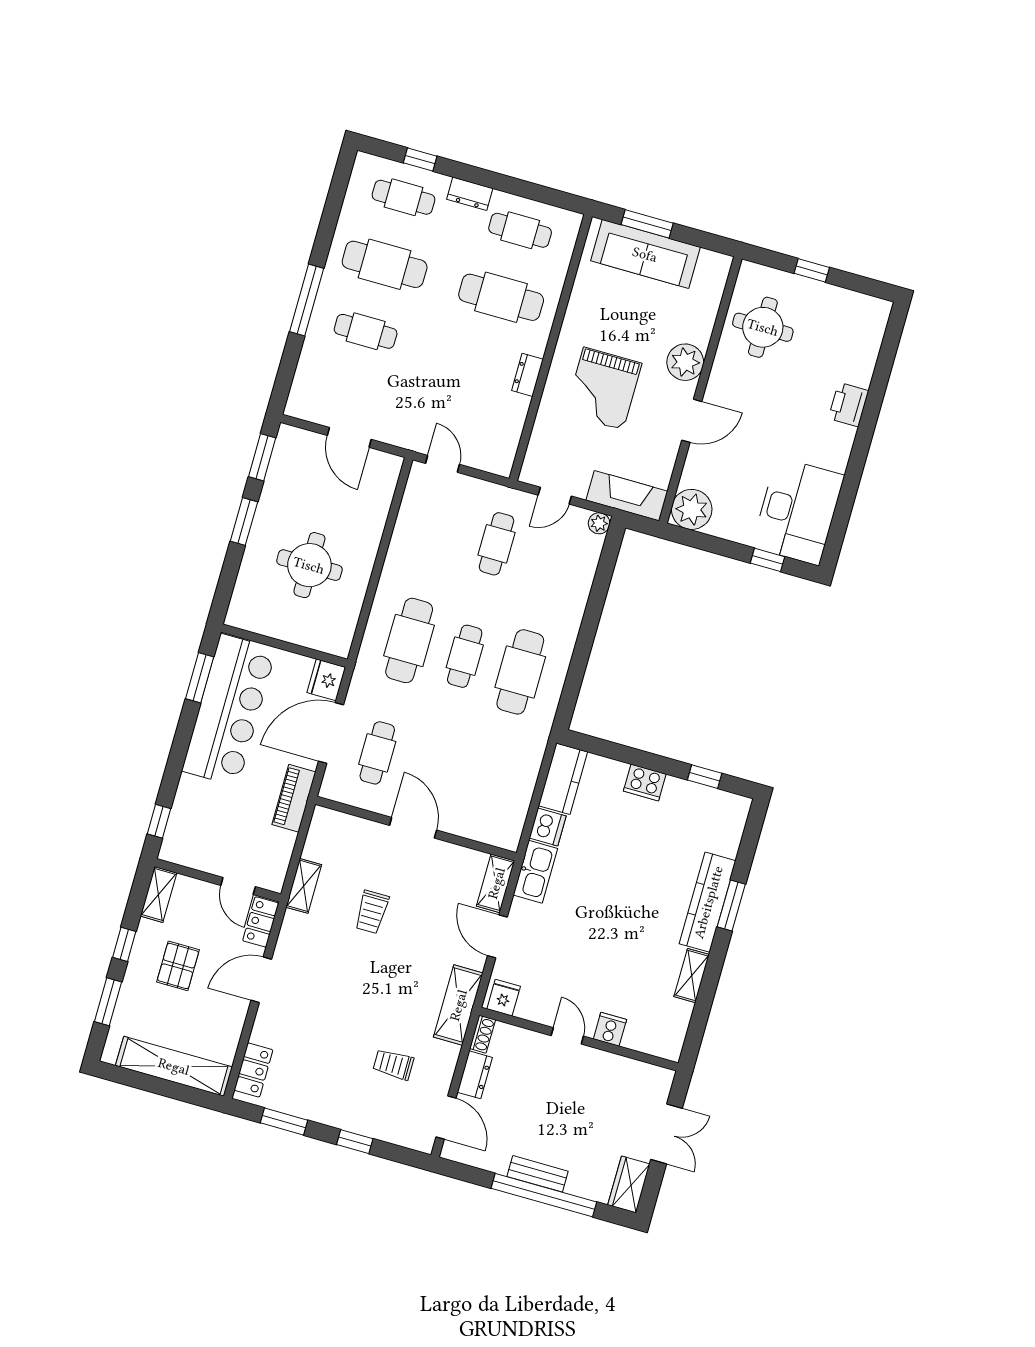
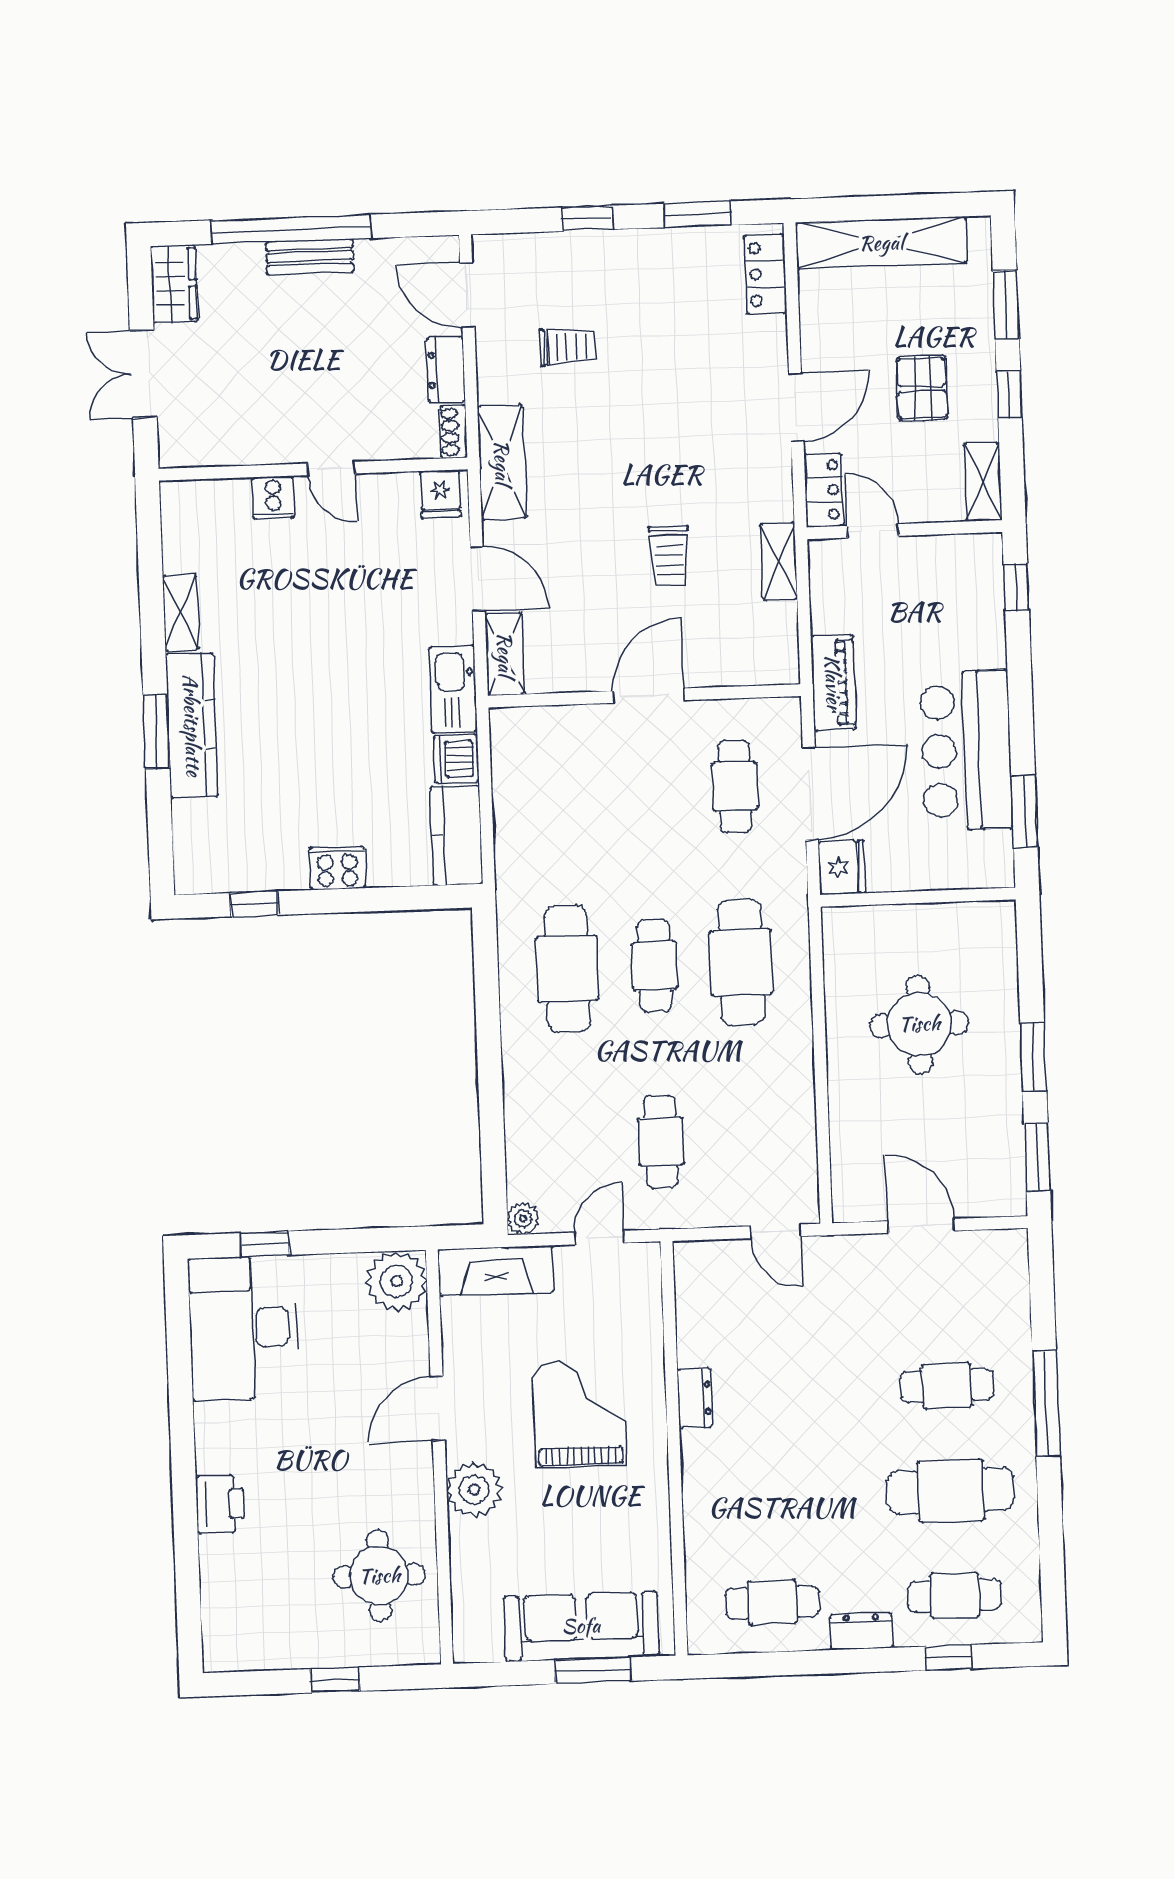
cafe table: (501, 297) -> (768, 1497), removed
bar counter: (229, 710) -> (966, 750), width x0.73
door: (413, 828) -> (649, 696), swing flipped
trolley: (372, 912) -> (669, 556), turned 180

